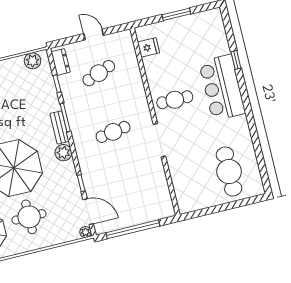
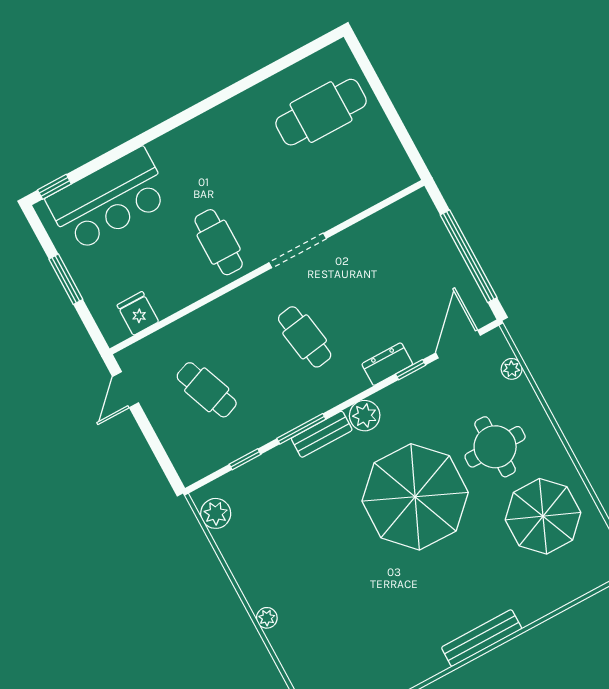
door: (94, 34) -> (126, 390), moved
window: (236, 60) -> (54, 187), moved
dresser: (61, 62) -> (387, 364), moved
bar counter: (222, 88) -> (108, 200), moved
plant: (86, 232) -> (512, 369), moved

